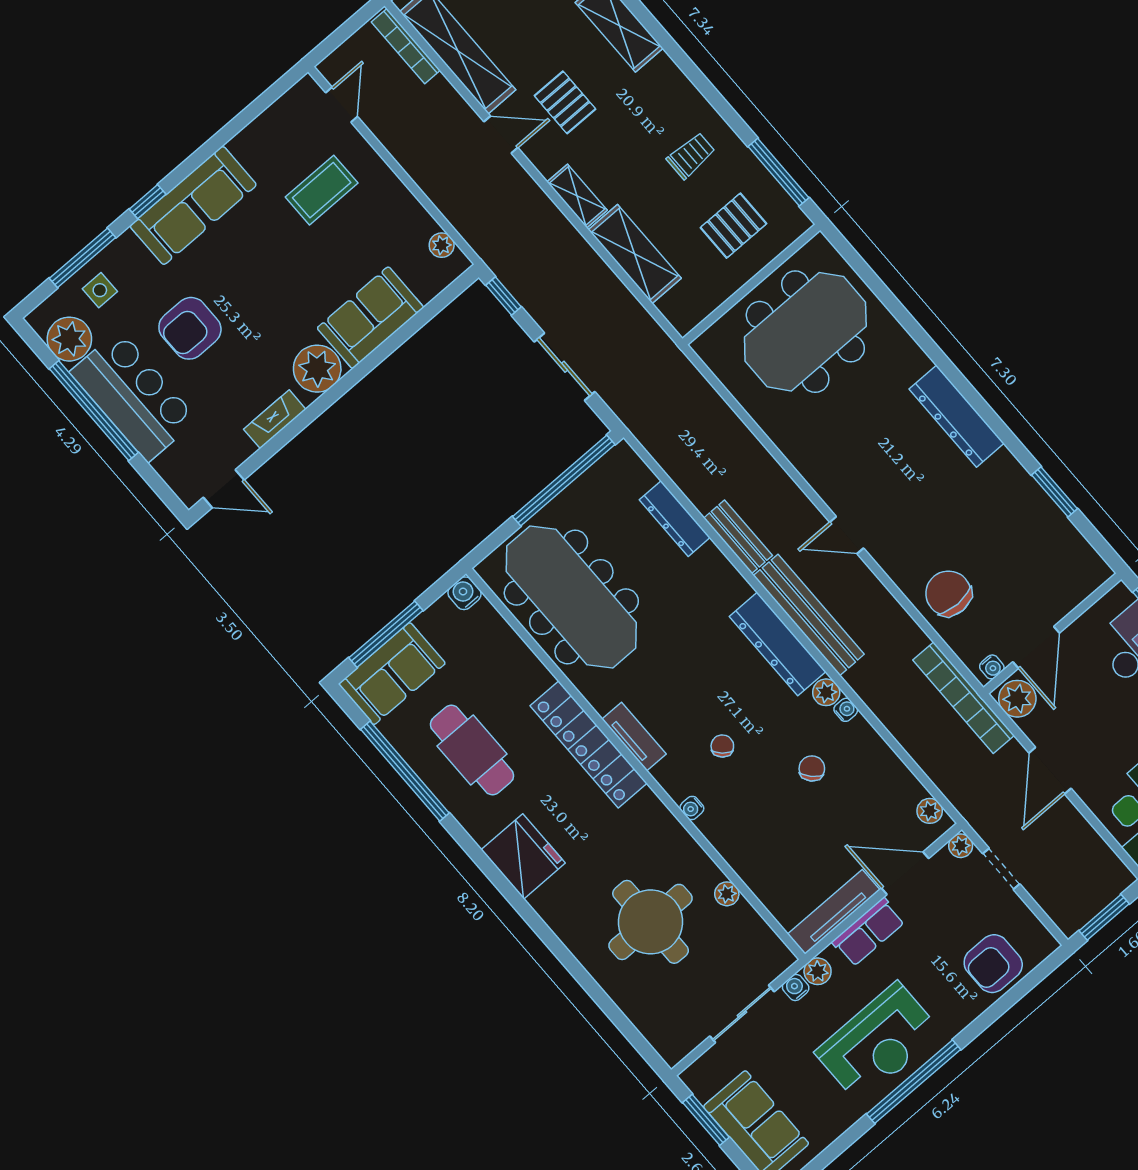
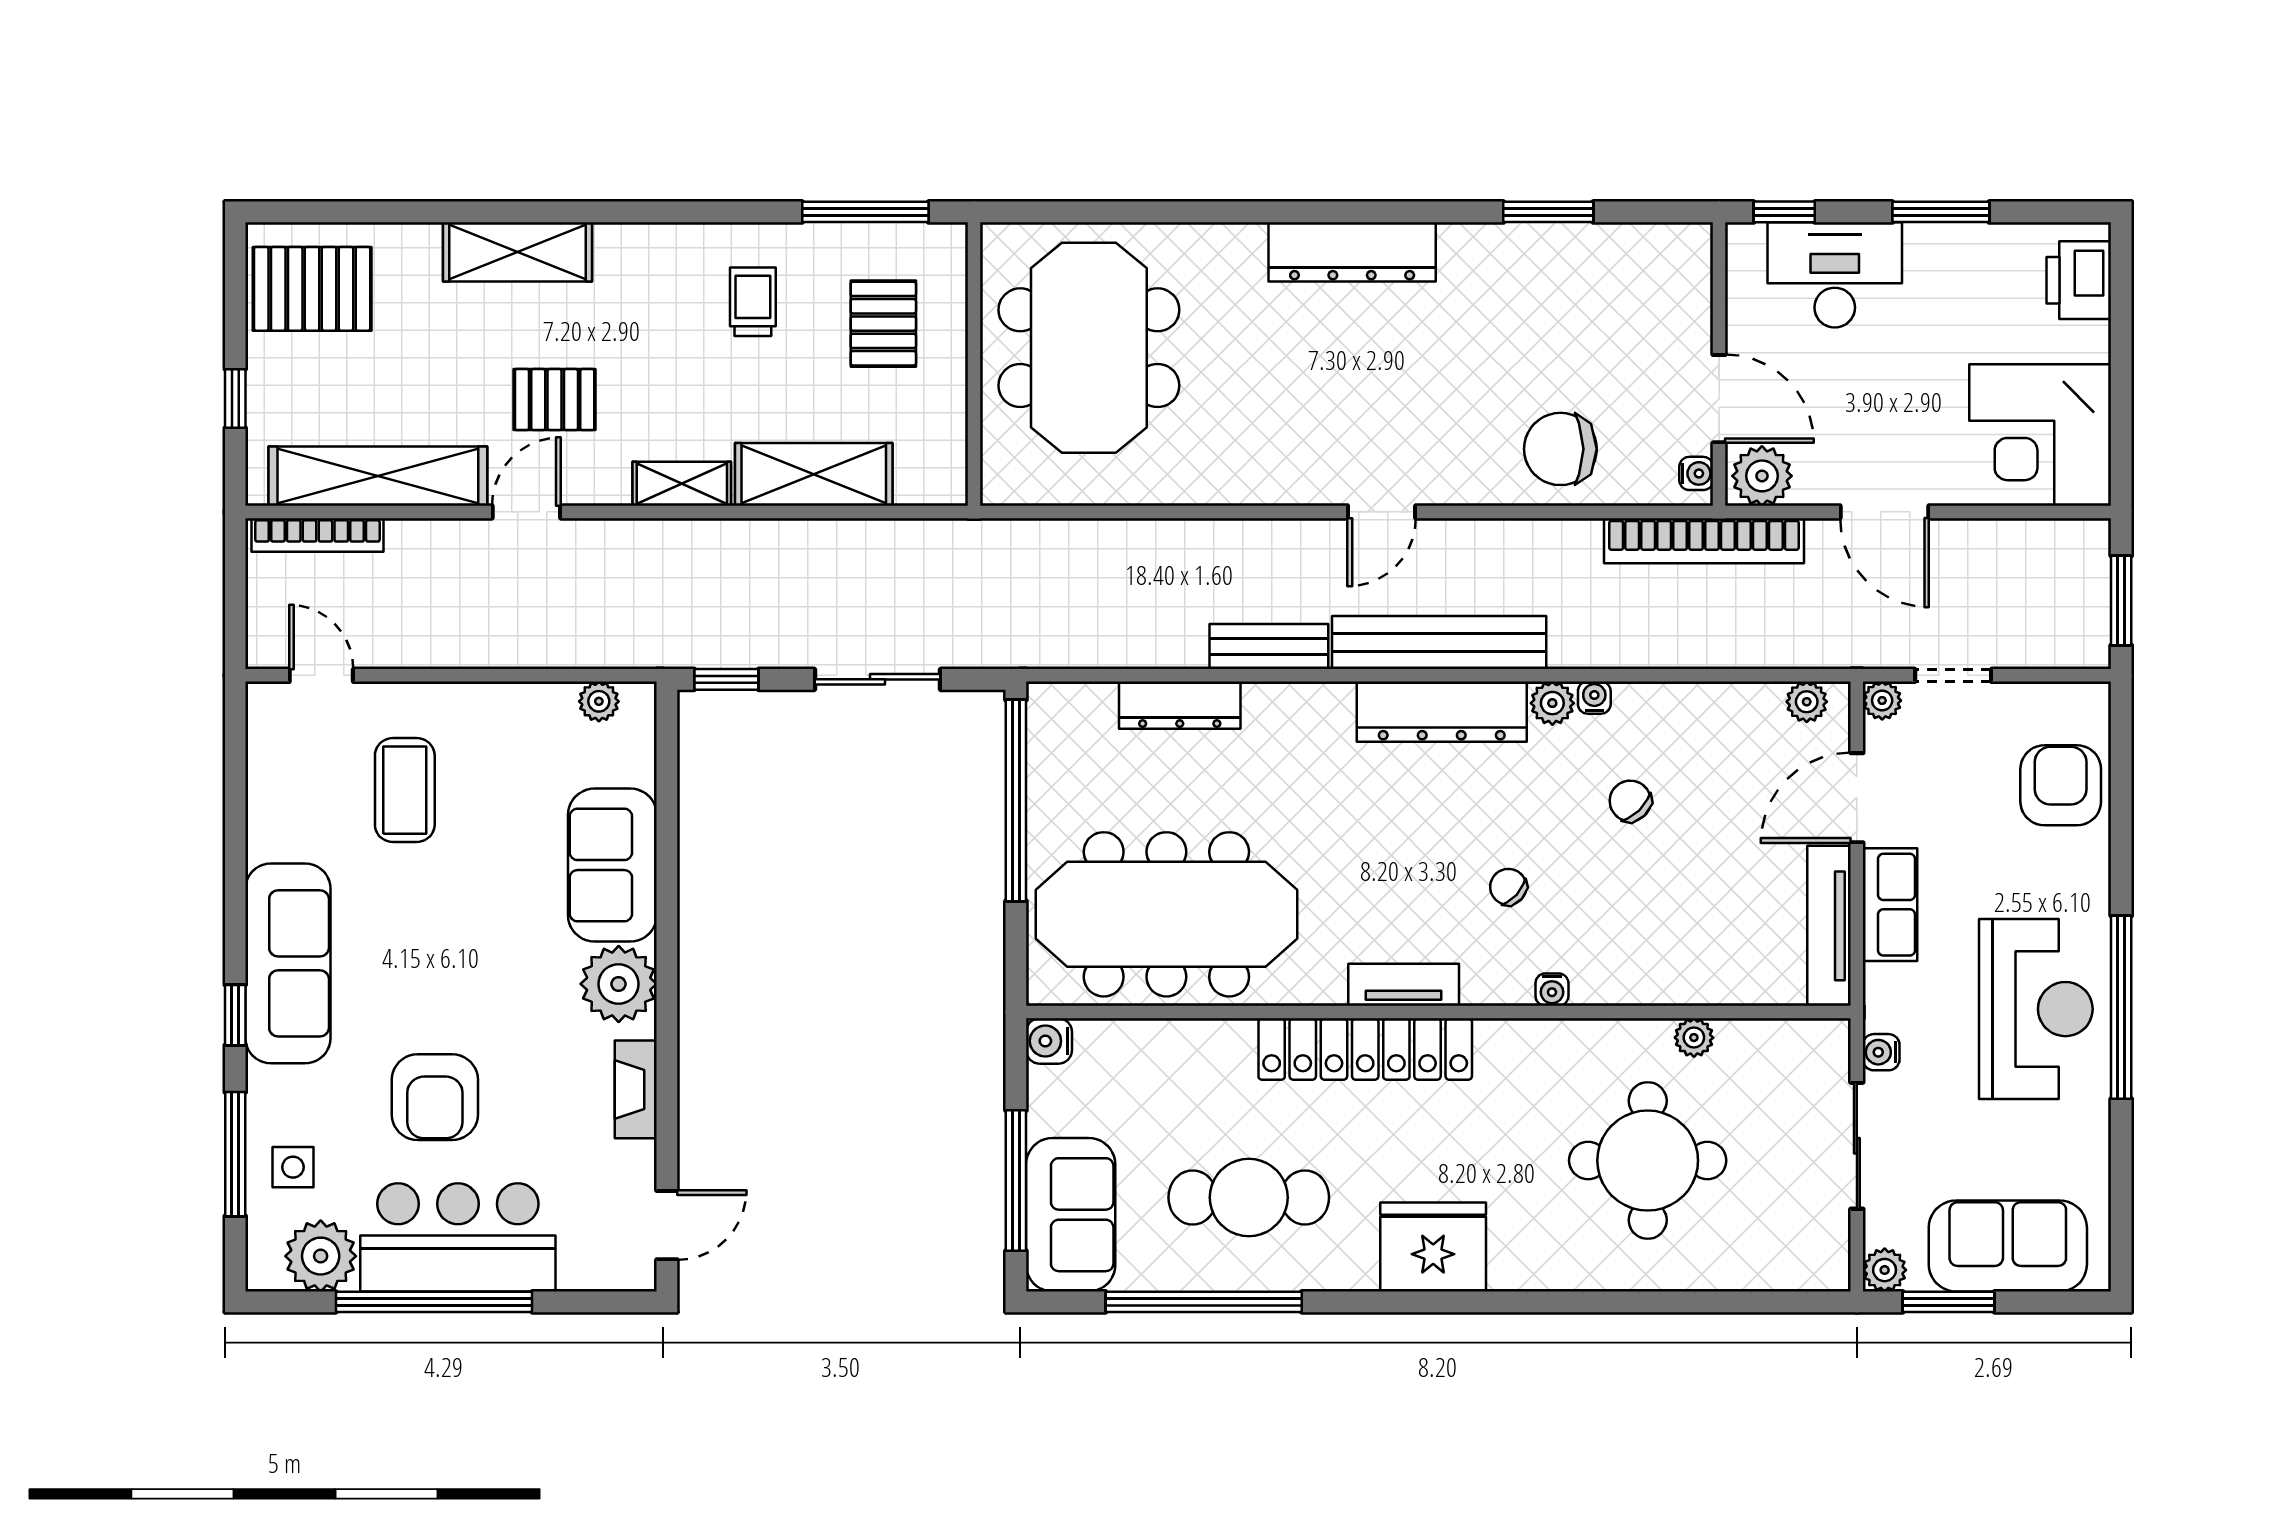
armchair: (993, 964) -> (2061, 785), turned 180
plant: (818, 971) -> (1885, 1270), moved

